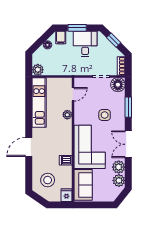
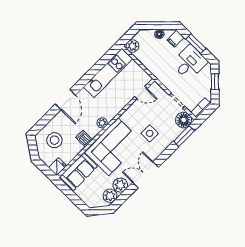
window: (128, 107) -> (184, 136), moved
plant: (67, 115) -> (102, 123), moved
door: (29, 147) -> (65, 100), swing flipped

